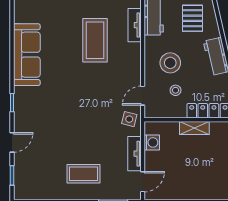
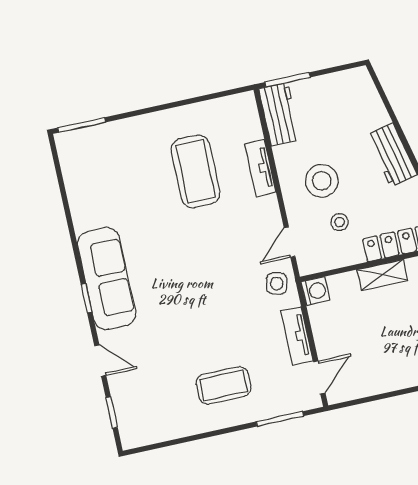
pallet: (192, 18) -> (341, 103), removed
tv unit: (135, 25) -> (260, 168), moved
sofa: (27, 55) -> (107, 279), moved
door: (12, 142) -> (100, 361), hinge flipped
washing machine: (152, 142) -> (315, 291), moved

